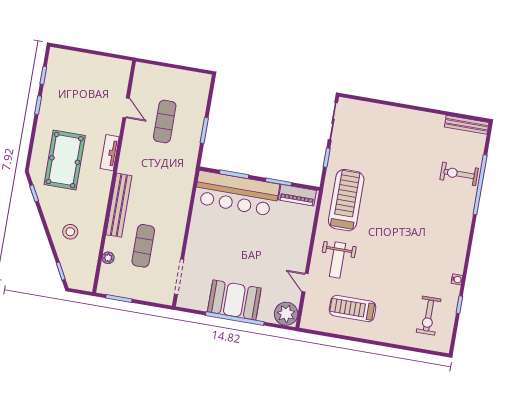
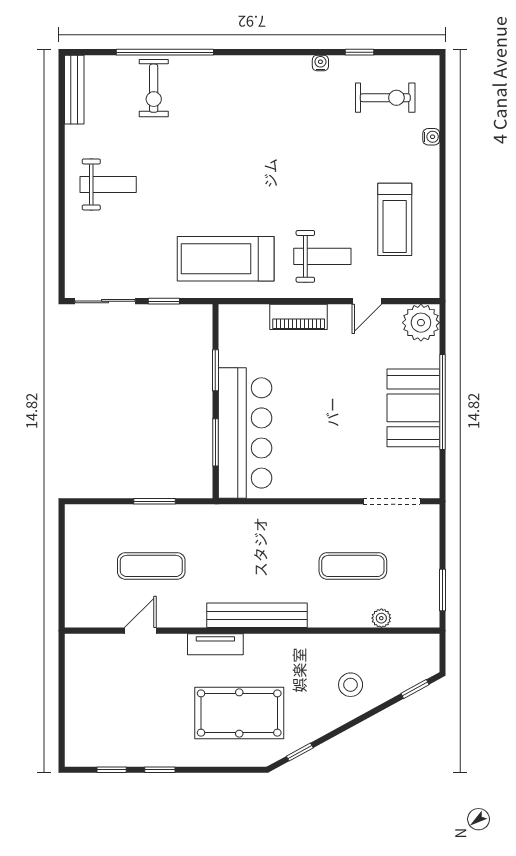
weight bench: (405, 136) -> (108, 184), added
piano: (297, 195) -> (299, 317), moved, turned 90
bench: (119, 205) -> (257, 615), moved
water cooler: (400, 340) -> (431, 137), added

